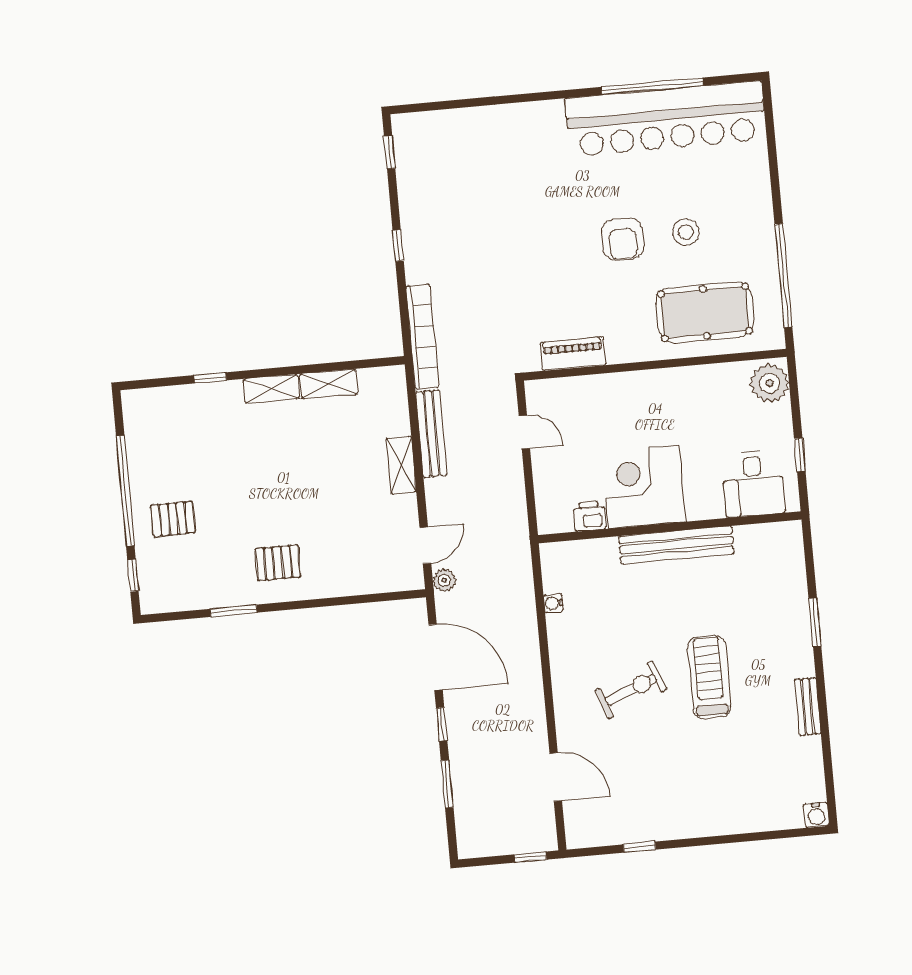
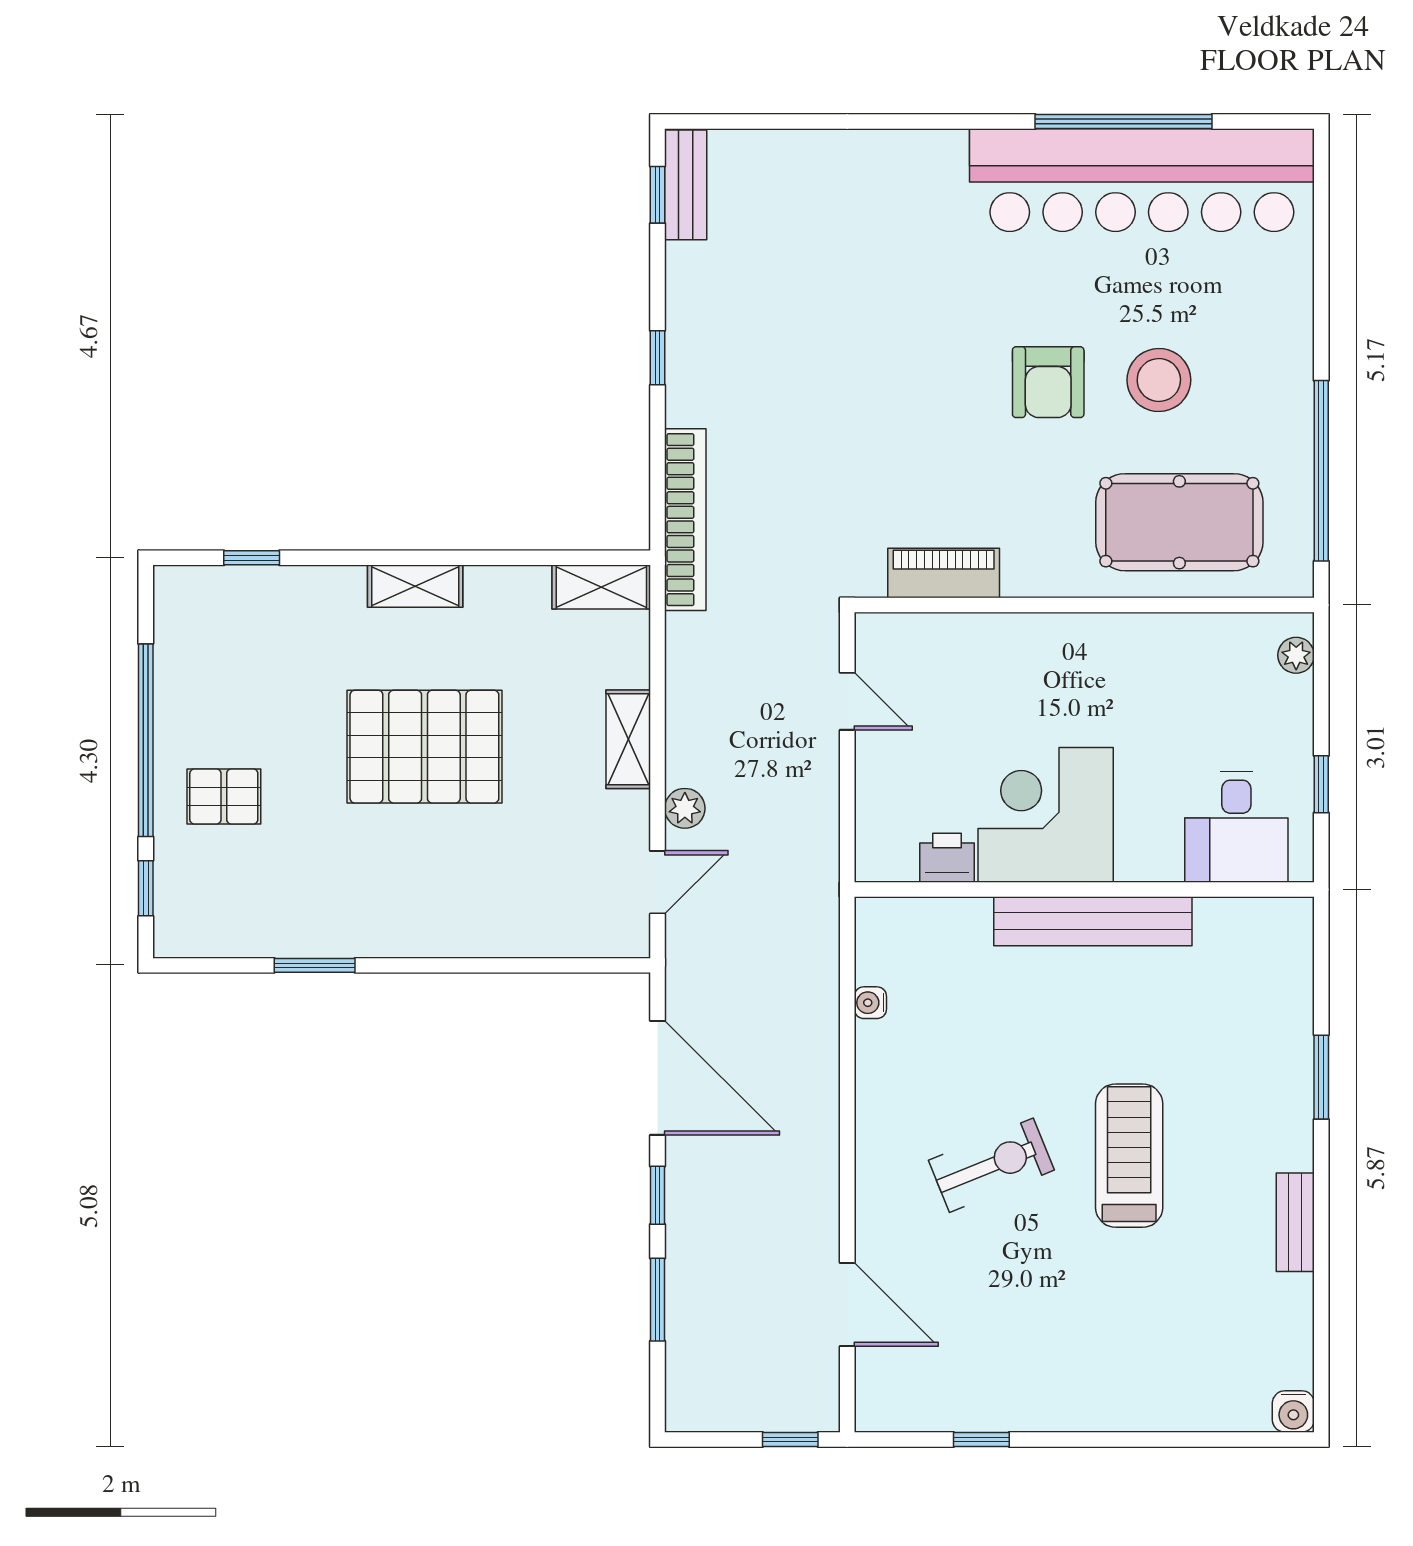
stool: (686, 232) -> (1159, 380), width x1.38, depth x1.38
window: (210, 378) -> (252, 558), moved
plant: (770, 383) -> (1296, 655), width x0.53, depth x0.53
shelving: (329, 384) -> (601, 587), moved
bench: (431, 434) -> (686, 185), moved, width x0.73
pallet: (278, 563) -> (424, 747), moved, width x2.05, depth x2.00
plant: (444, 580) -> (685, 808), moved

